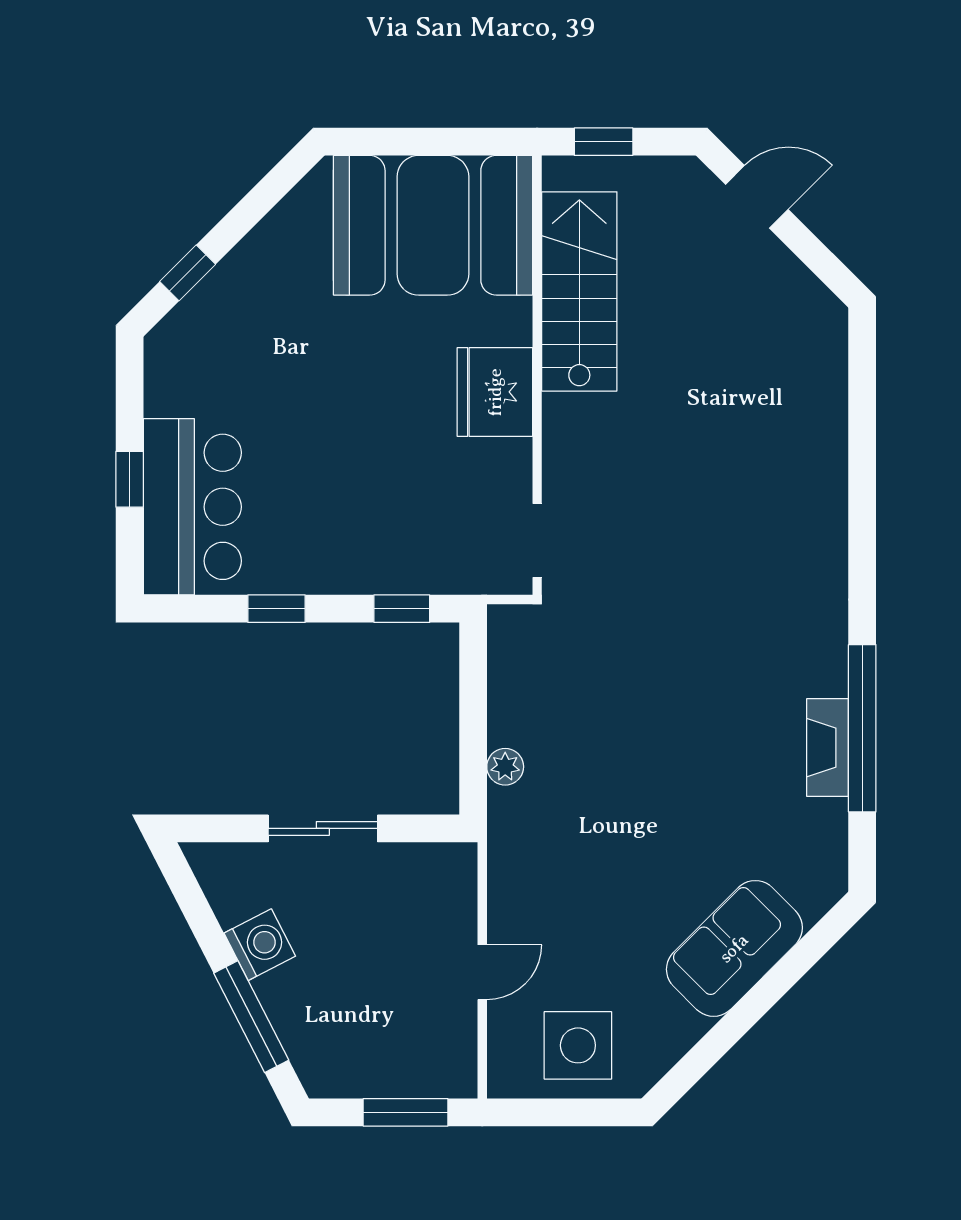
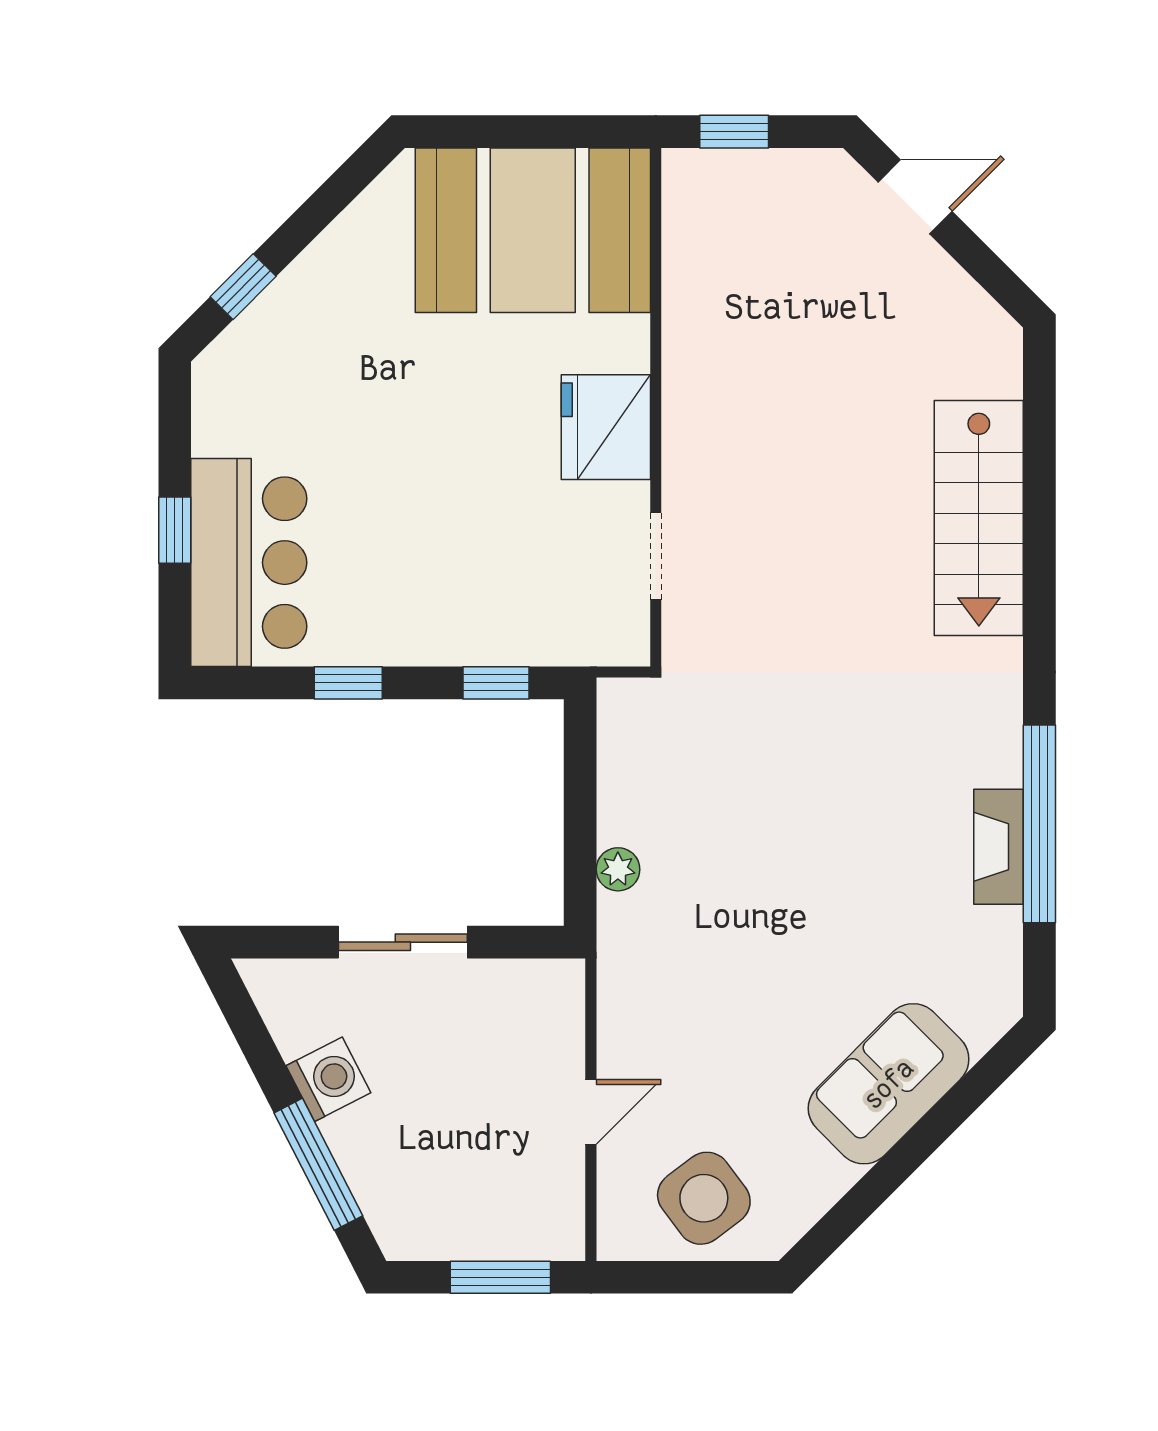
stairs: (579, 291) -> (979, 518), moved, turned 180
doorway: (537, 540) -> (656, 556), moved
side table: (578, 1045) -> (704, 1198), turned -37

